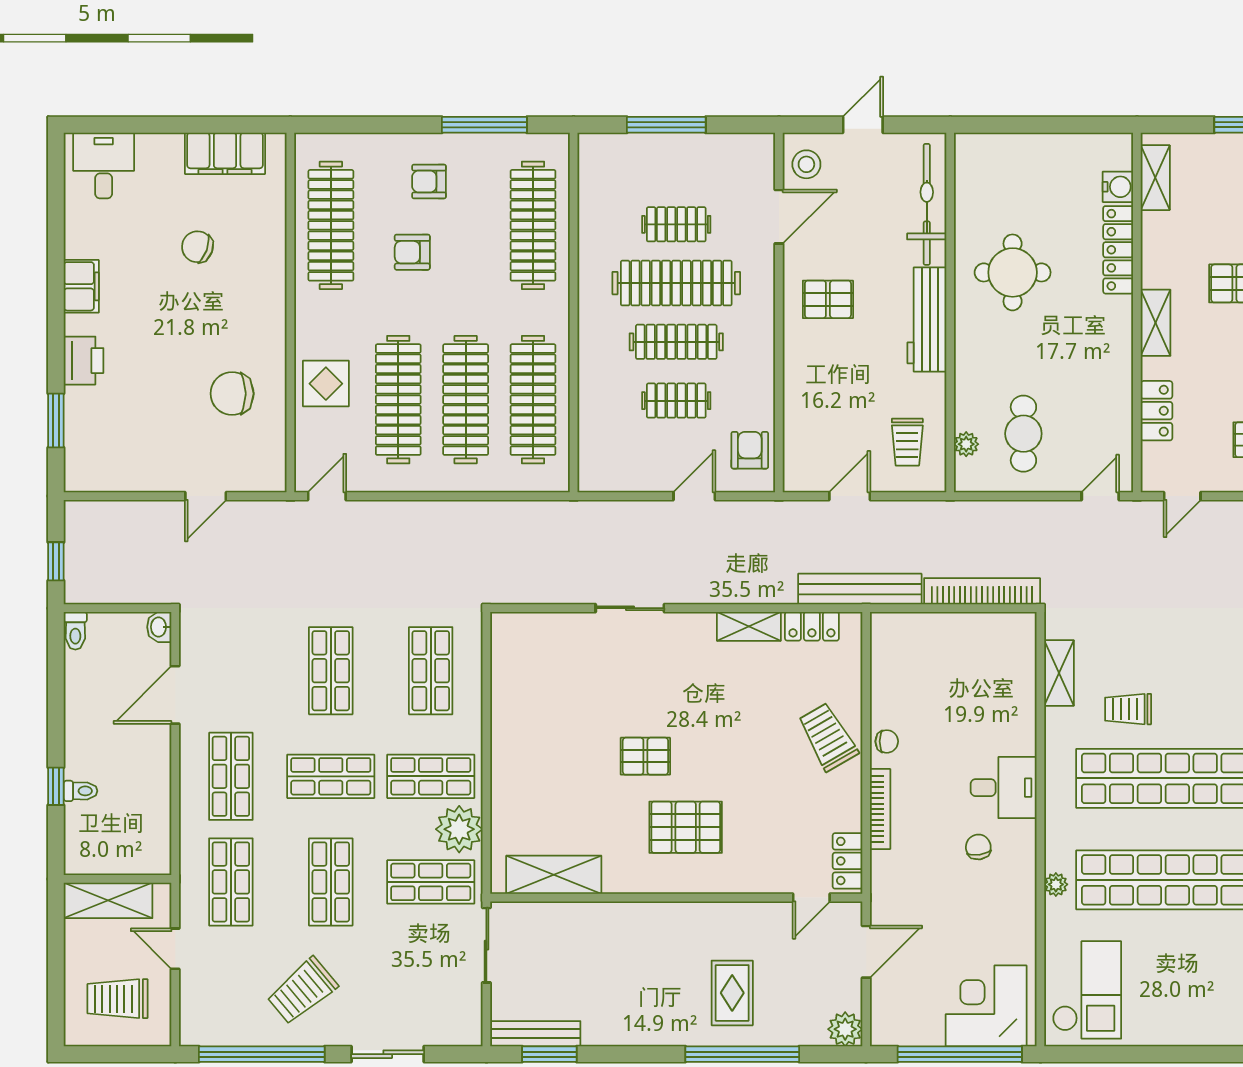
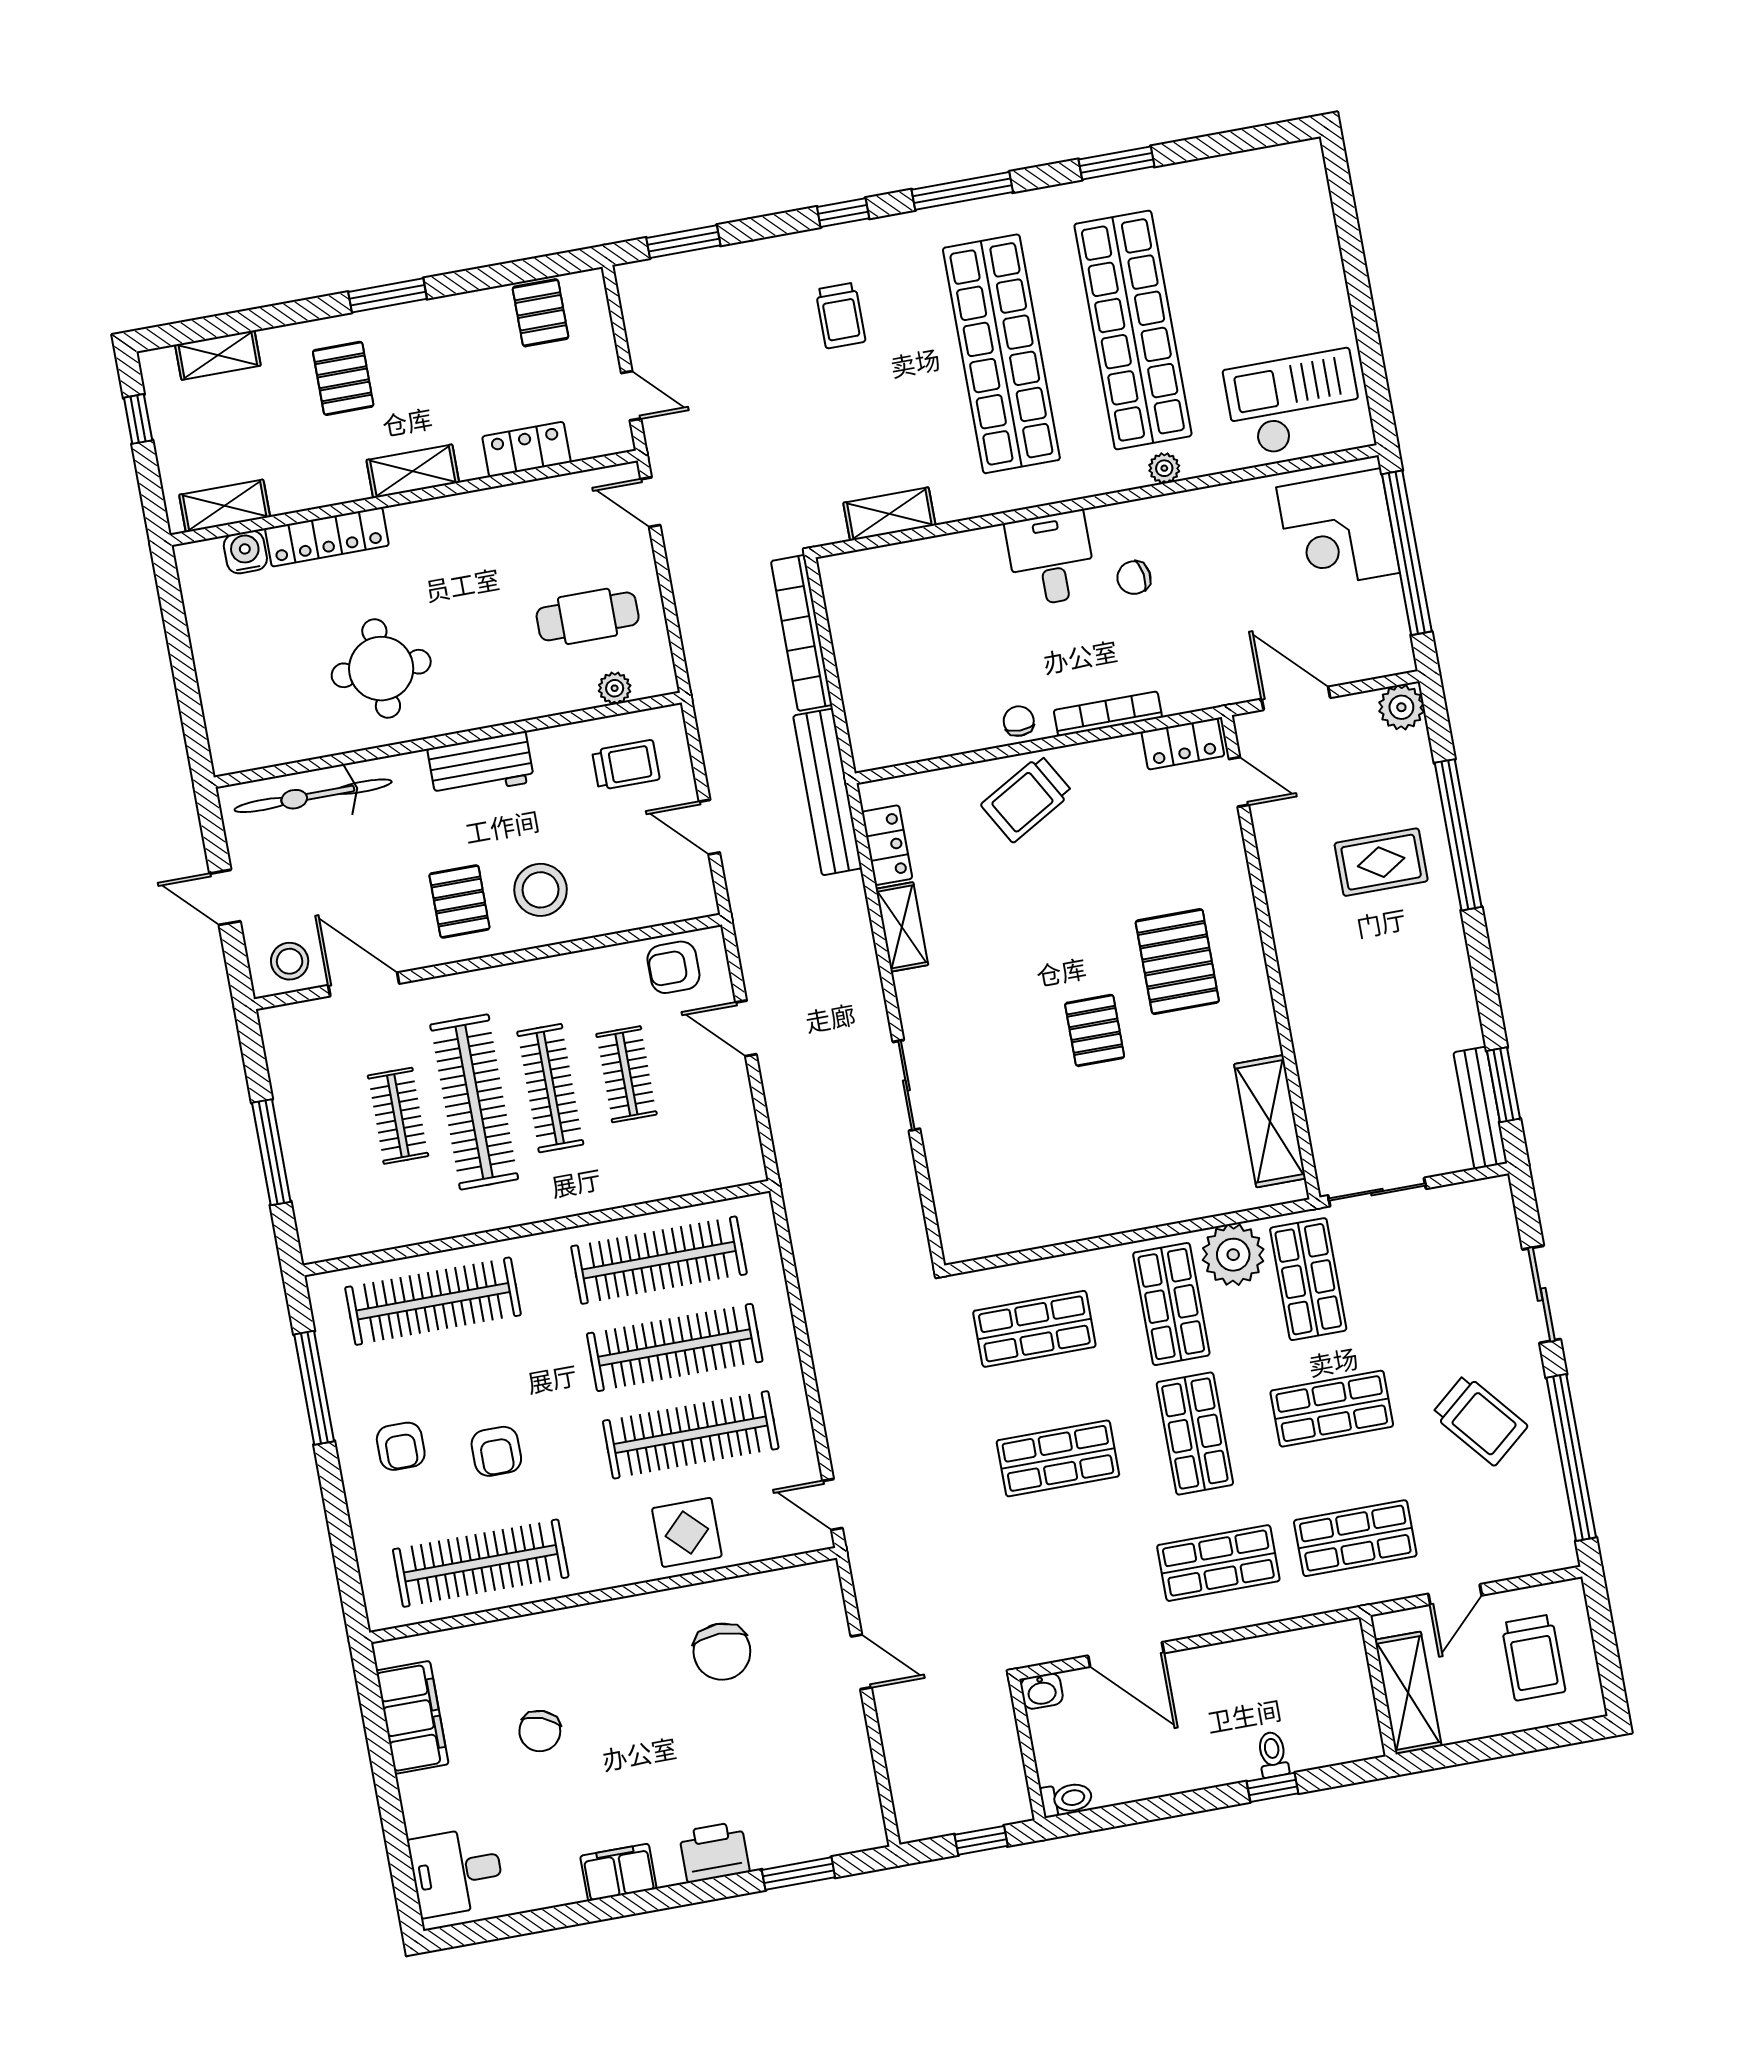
workbench: (927, 320) -> (481, 765), width x0.73
stool: (826, 361) -> (541, 890), added
trolley: (1128, 709) -> (841, 315), moved

